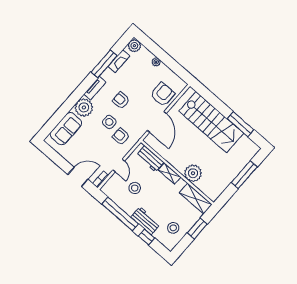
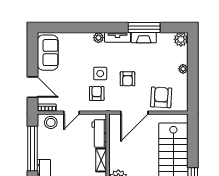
fireplace: (119, 61) -> (144, 38), moved
armchair: (163, 94) -> (161, 97), turned -87
armchair: (121, 100) -> (127, 79), moved, turned 180
plant: (84, 107) -> (98, 38), width x0.53, depth x0.53
sofa: (66, 129) -> (48, 53), moved, turned -90
stool: (135, 188) -> (51, 122), moved

